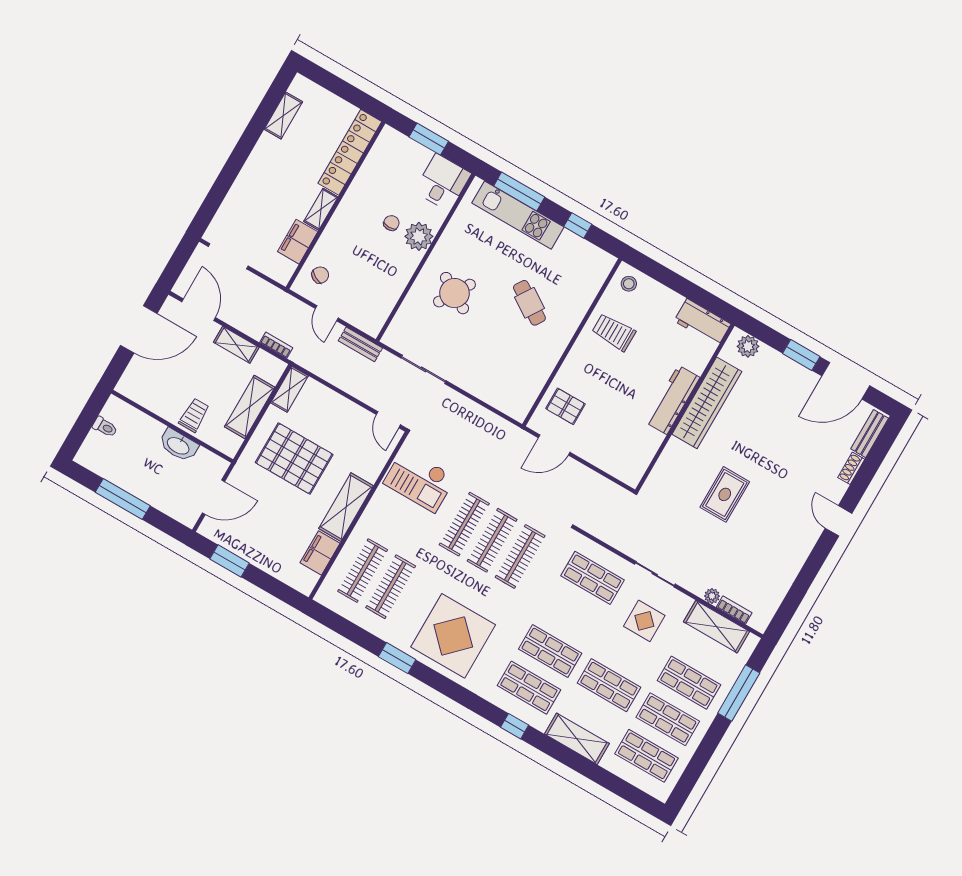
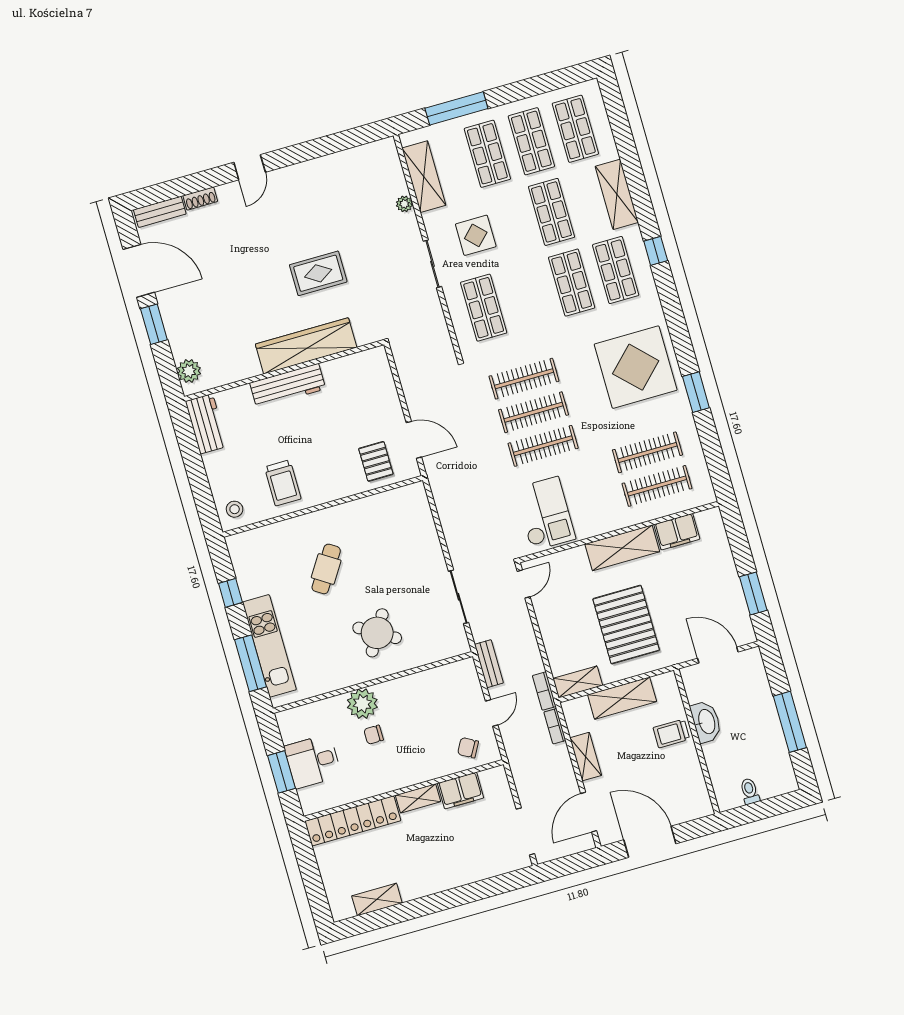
desk: (443, 182) -> (313, 761), moved
wardrobe: (707, 403) -> (306, 346), moved
bookcase: (734, 610) -> (544, 691), moved

